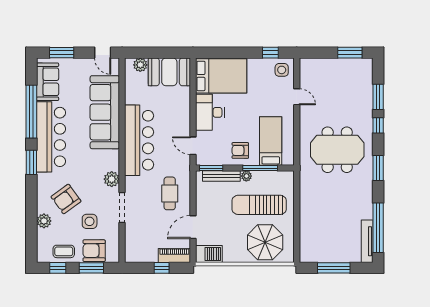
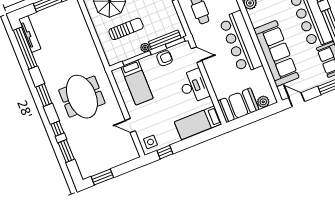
bed: (221, 76) -> (198, 123), width x0.67
armchair: (240, 150) -> (165, 58), moved
meeting table: (337, 150) -> (82, 97), turned 90
sun lounger: (259, 205) -> (126, 29), width x0.73, depth x0.75

